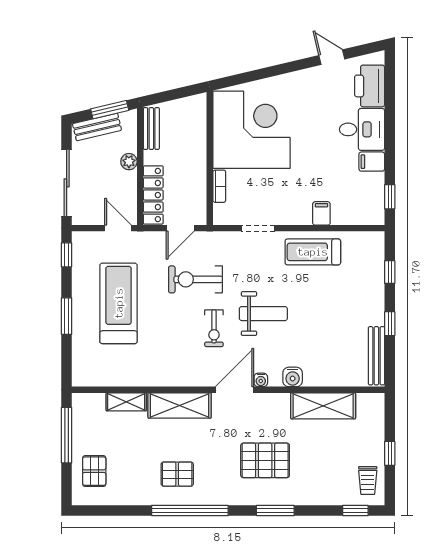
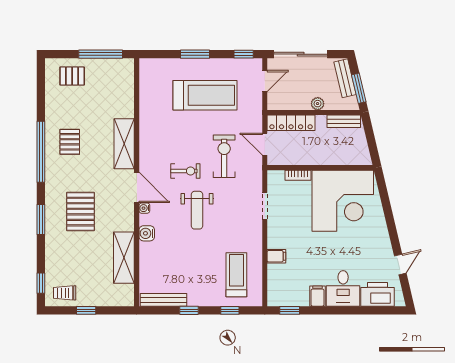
door: (118, 228) -> (265, 81), moved
treadmill: (313, 252) -> (236, 275), moved
exercise bike: (214, 328) -> (185, 171), turned 180
shelving: (126, 402) -> (127, 101), removed

